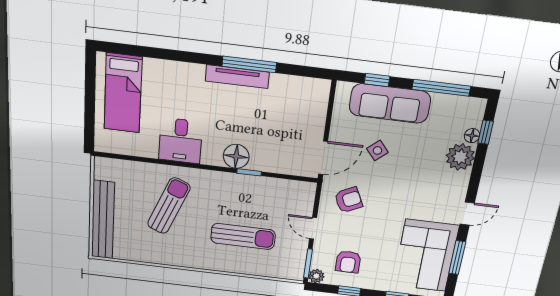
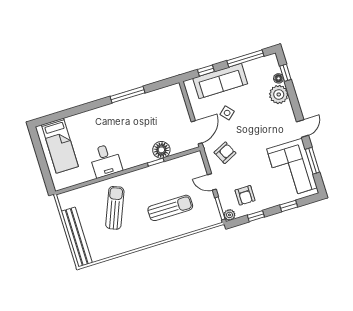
tv unit: (237, 77) -> (124, 105), removed
floor lamp: (236, 156) -> (161, 150), moved

